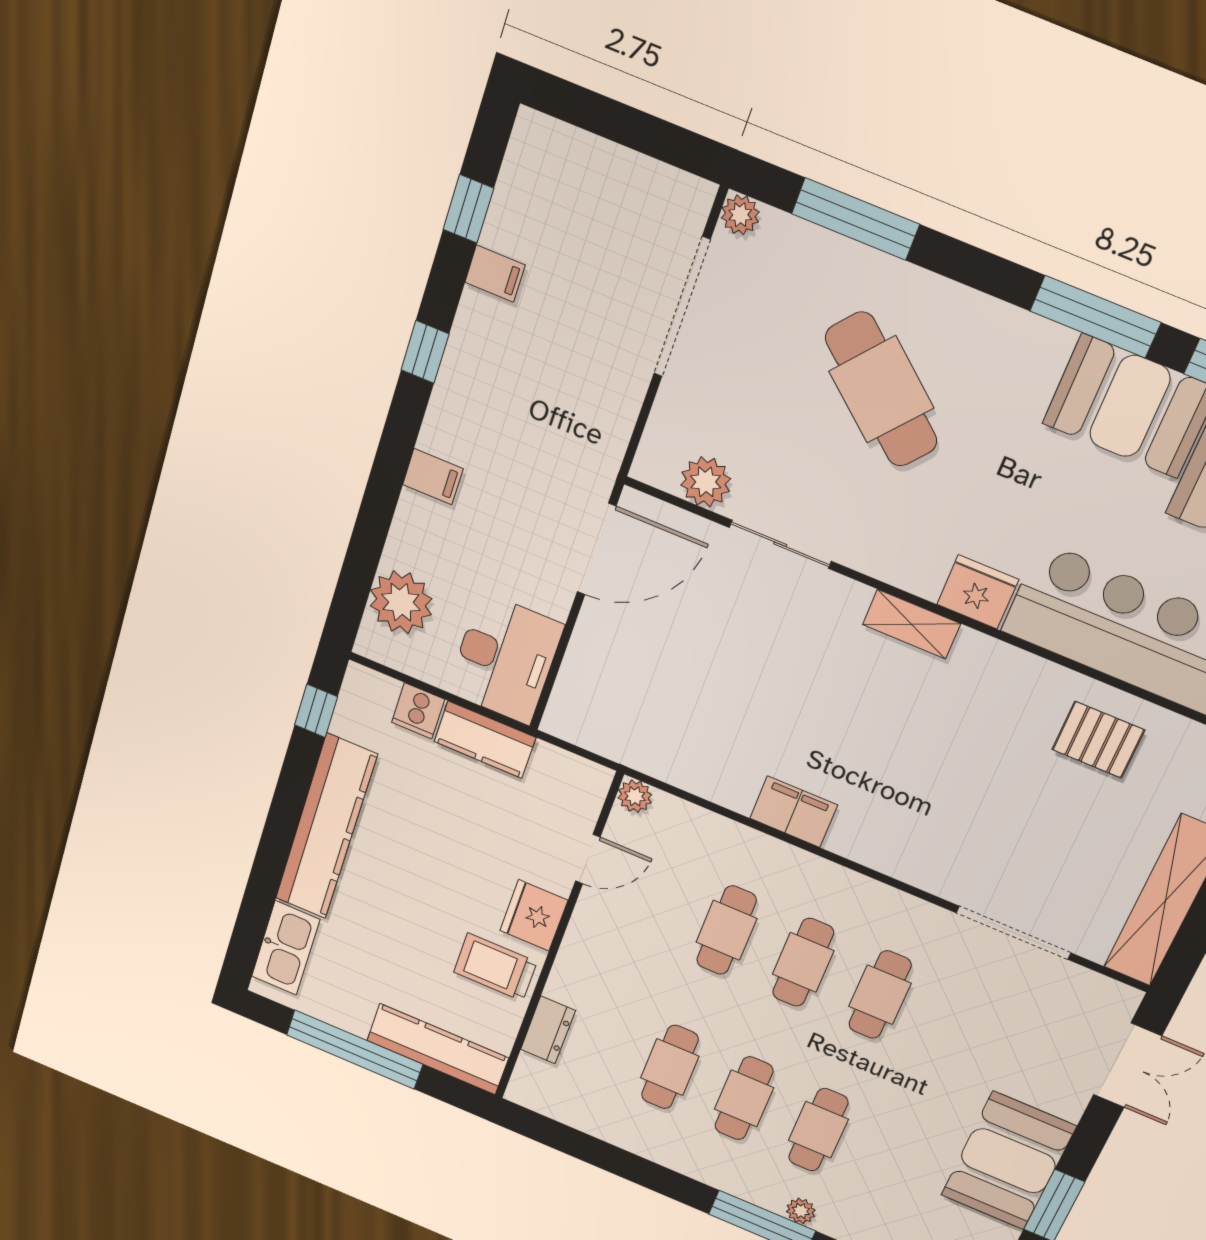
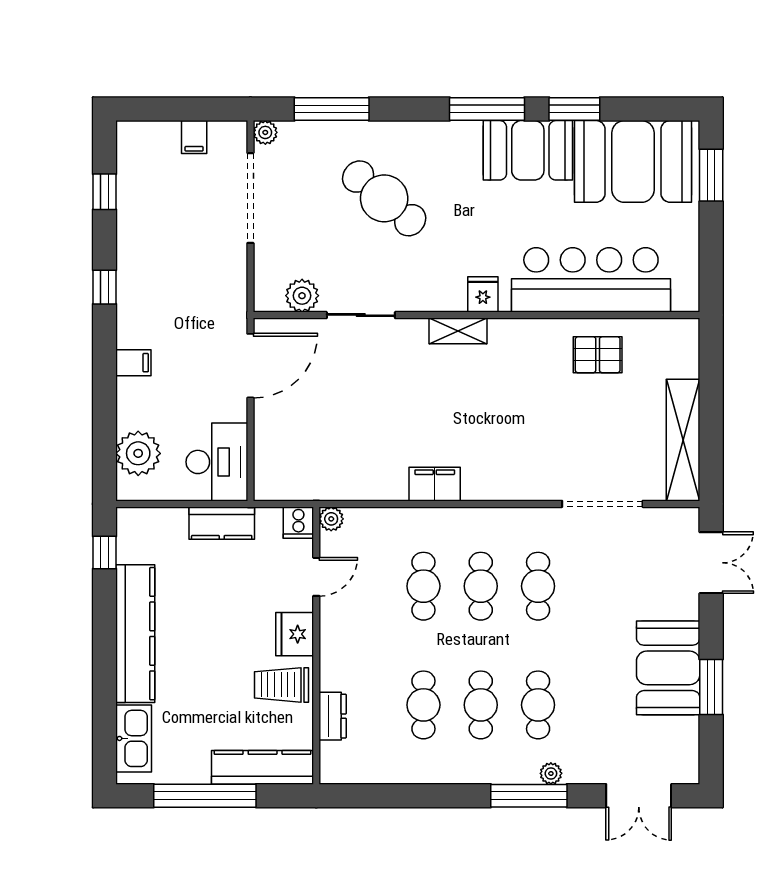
filing cabinet: (495, 274) -> (194, 137), moved, turned 90
fridge: (978, 592) -> (483, 294), width x0.72
cooker: (418, 711) -> (298, 523), moved

